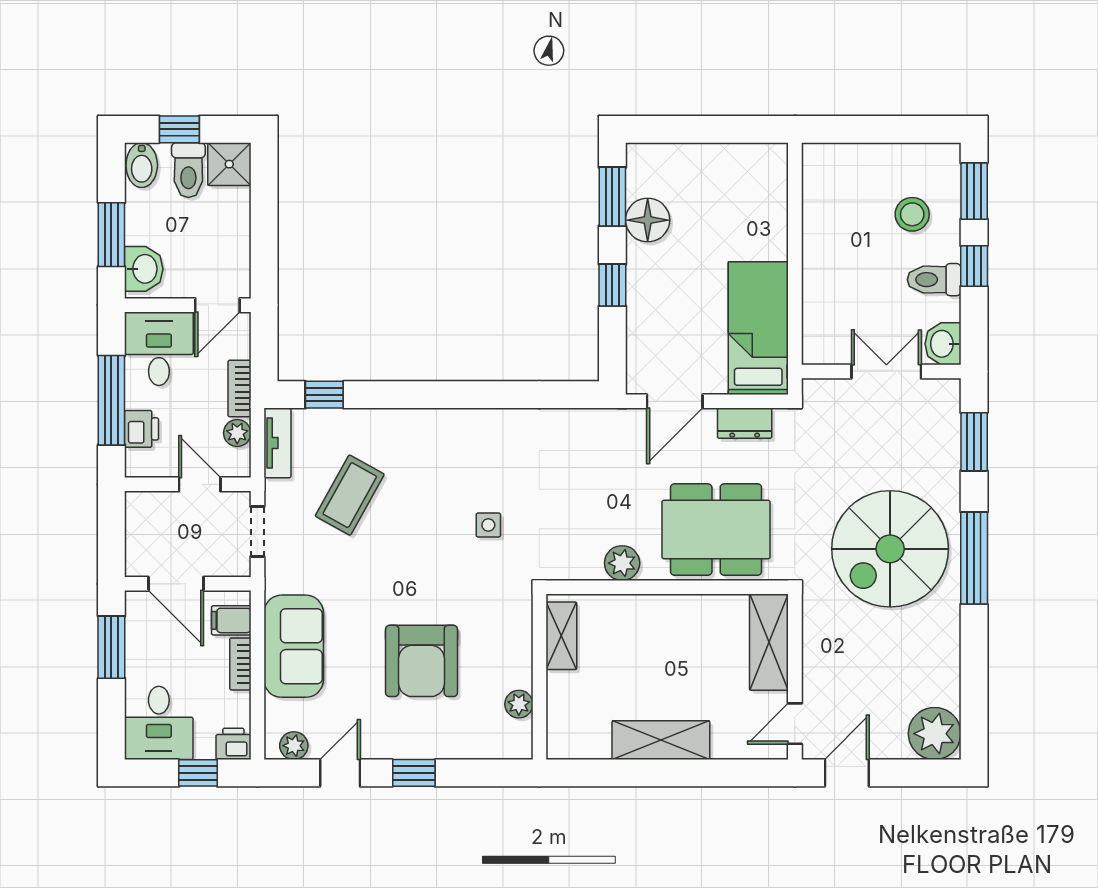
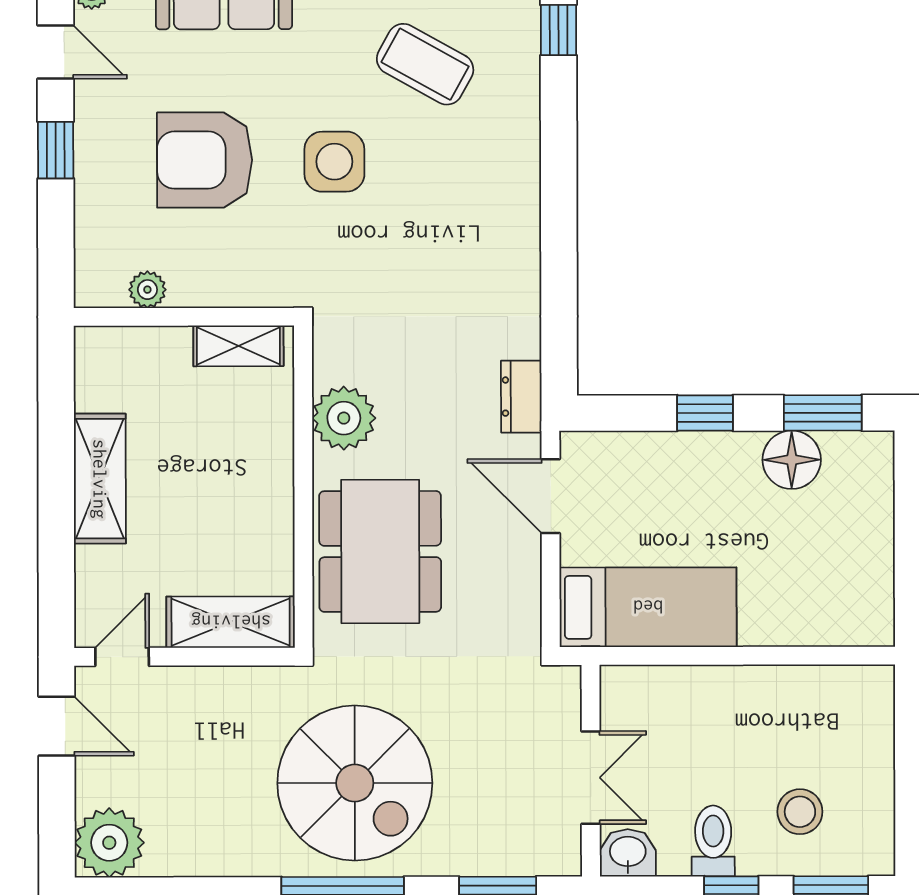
dresser: (745, 423) -> (521, 397), moved
side table: (488, 525) -> (334, 162), moved, width x1.87, depth x1.87
spiral stairs: (890, 549) -> (355, 783), turned 180
plant: (622, 563) -> (344, 418), width x1.36, depth x1.36
door: (795, 724) -> (122, 657), hinge flipped

